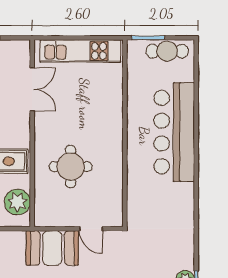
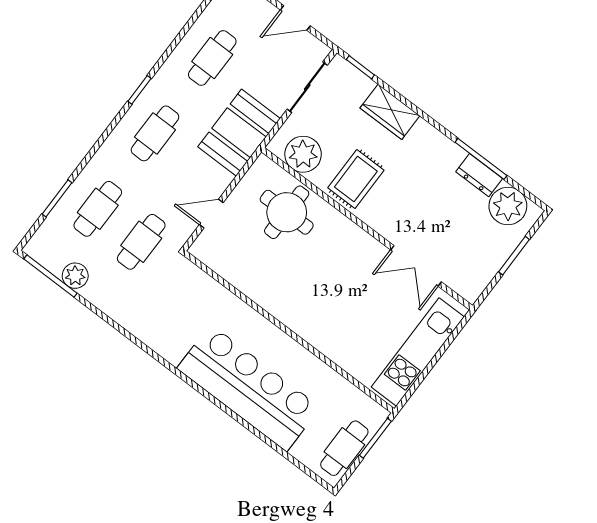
round table: (71, 167) -> (287, 212), moved
booth: (52, 248) -> (239, 133), moved
cafe table: (137, 256) -> (141, 242), added

